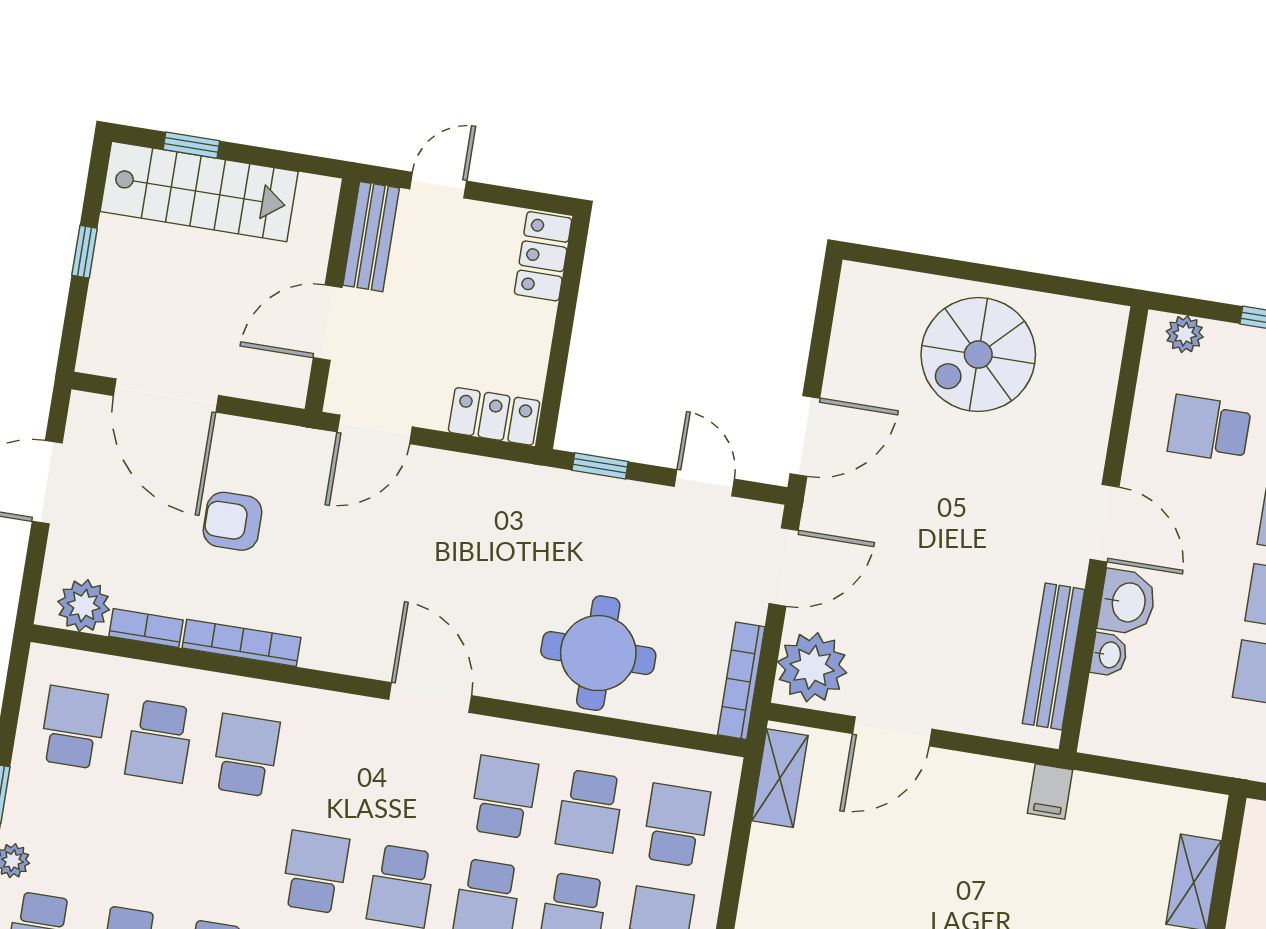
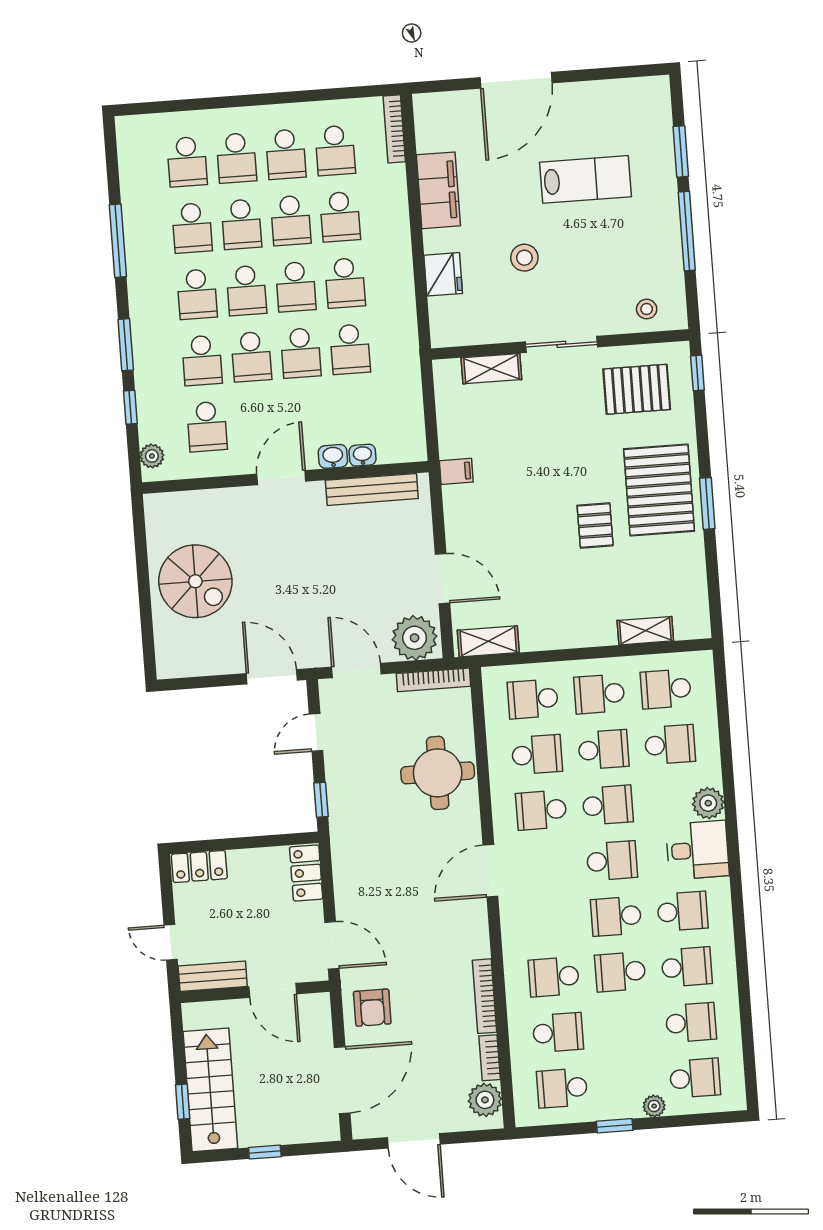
armchair: (233, 521) -> (372, 1008), moved
washbasin: (1127, 602) -> (333, 456), width x0.72, depth x0.69
school desk: (229, 858) -> (620, 972), added

